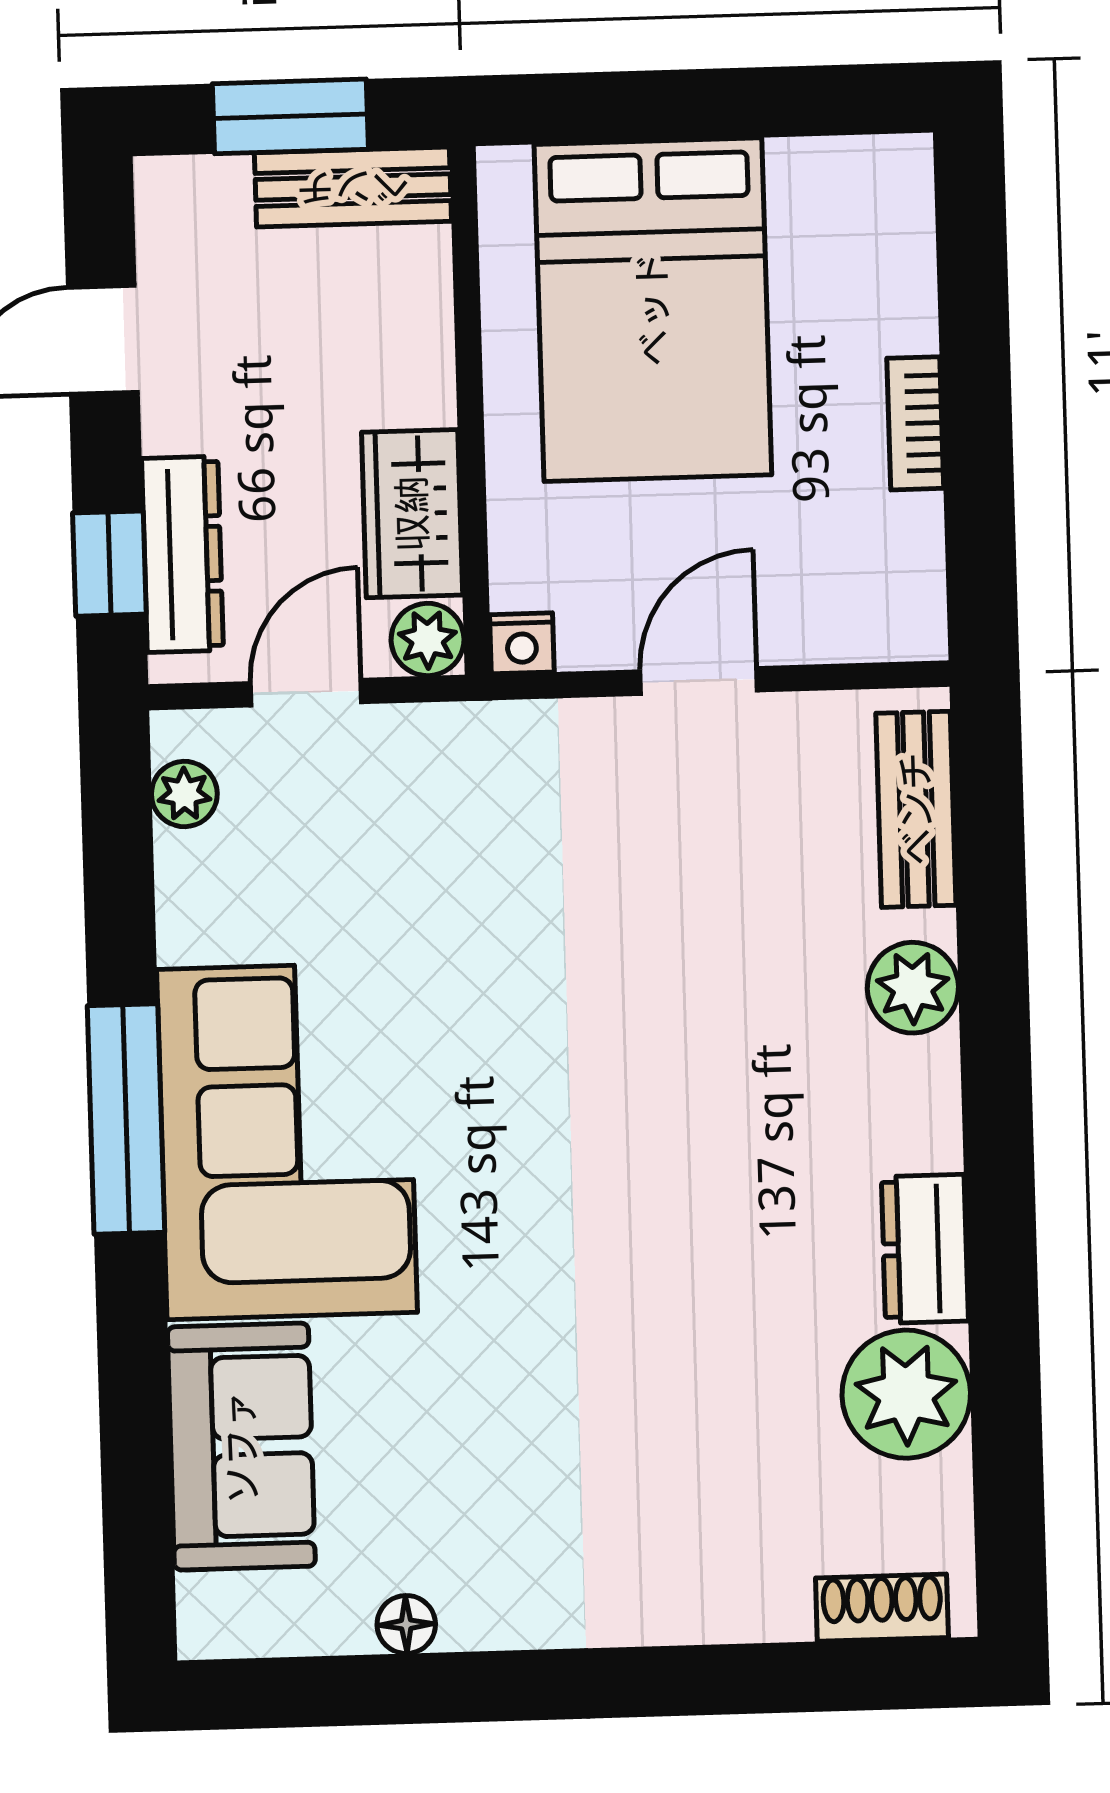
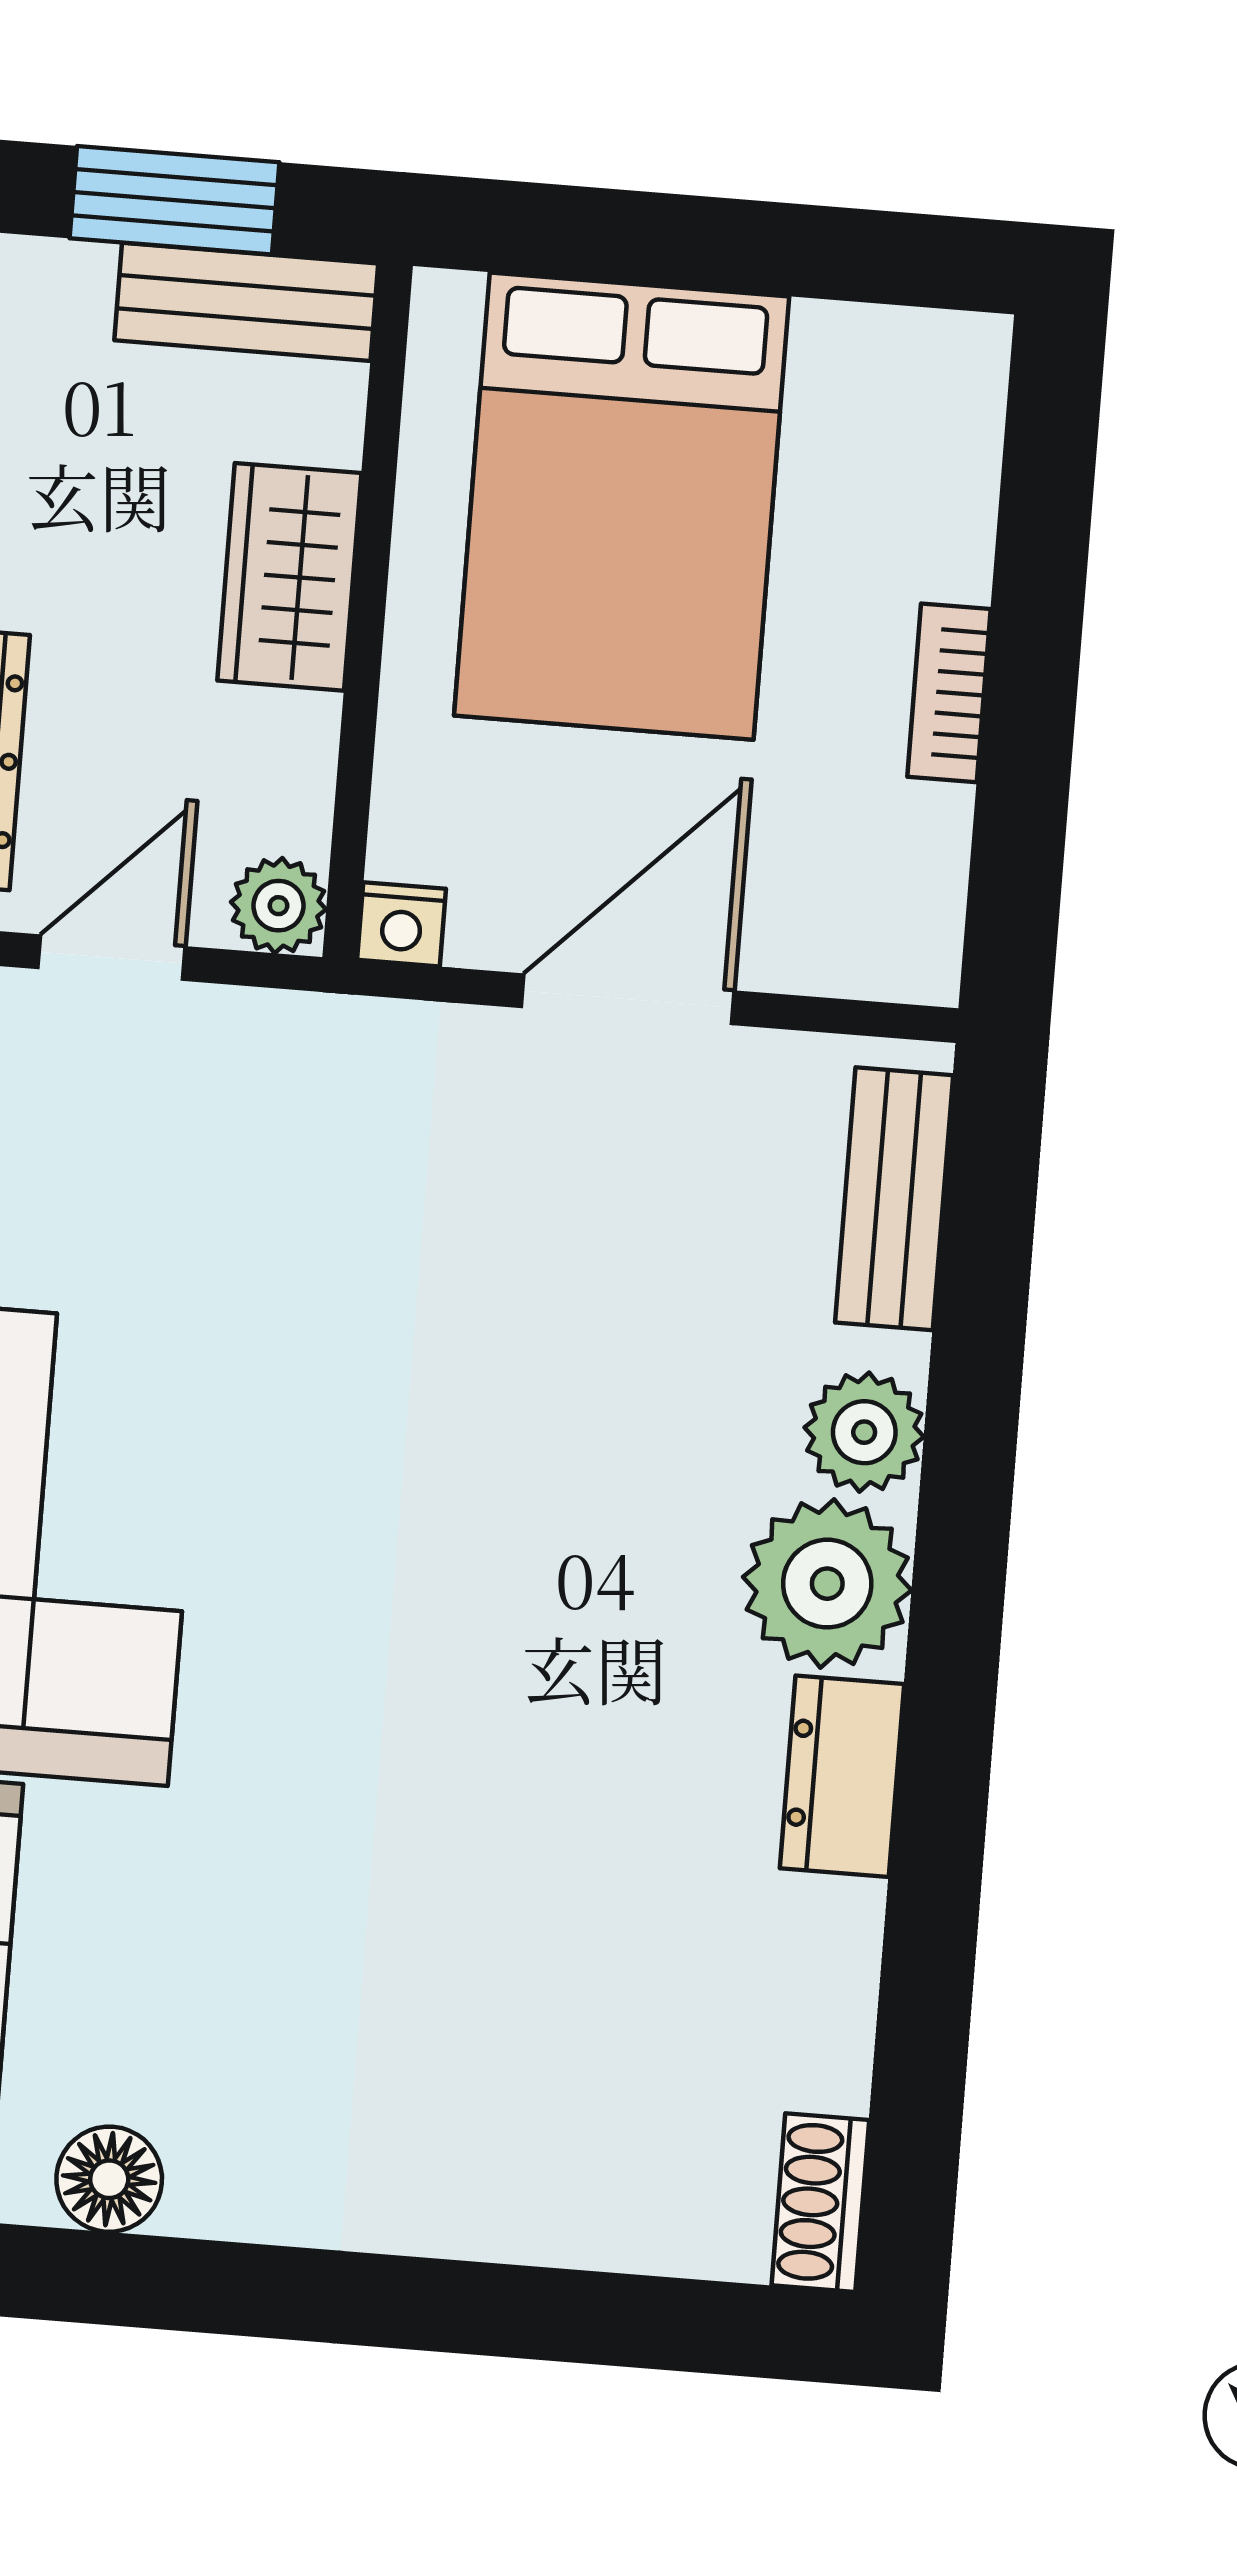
wardrobe: (412, 514) -> (289, 577), moved
door: (699, 681) -> (628, 999), width x1.38
plant: (906, 1394) -> (827, 1584), moved
shoe rack: (882, 1608) -> (820, 2203), moved, turned -90
floor lamp: (406, 1624) -> (109, 2179), width x1.37, depth x1.37

